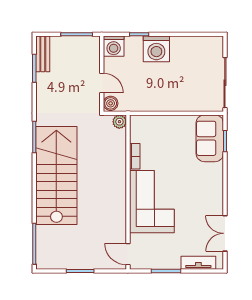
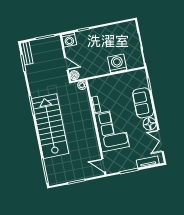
washing machine: (156, 49) -> (117, 63), moved, turned 180
sofa: (210, 138) -> (143, 103), moved
floor lamp: (213, 203) -> (150, 124), added

